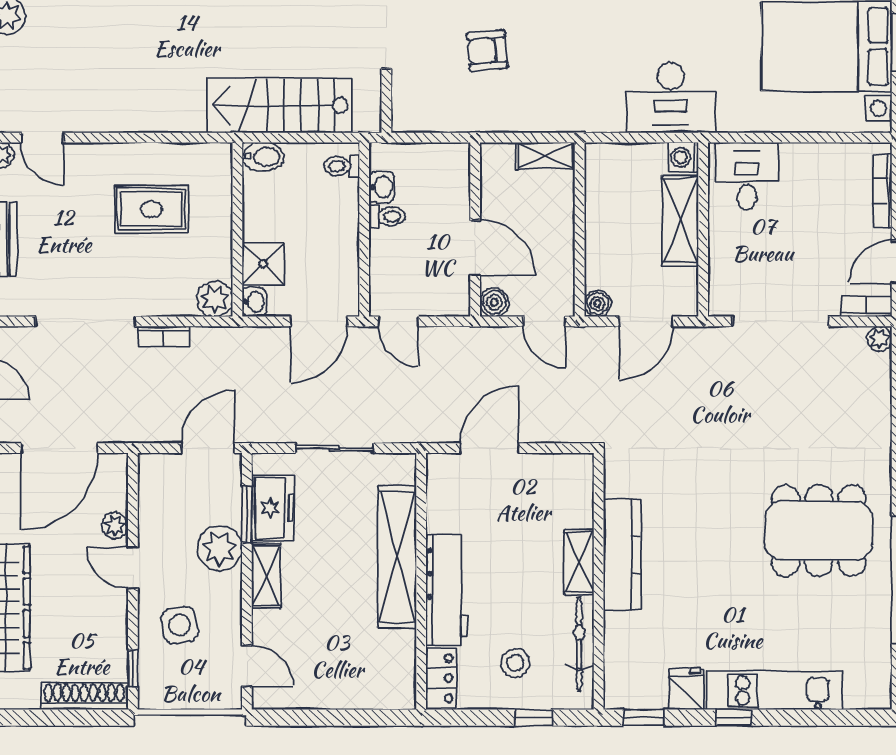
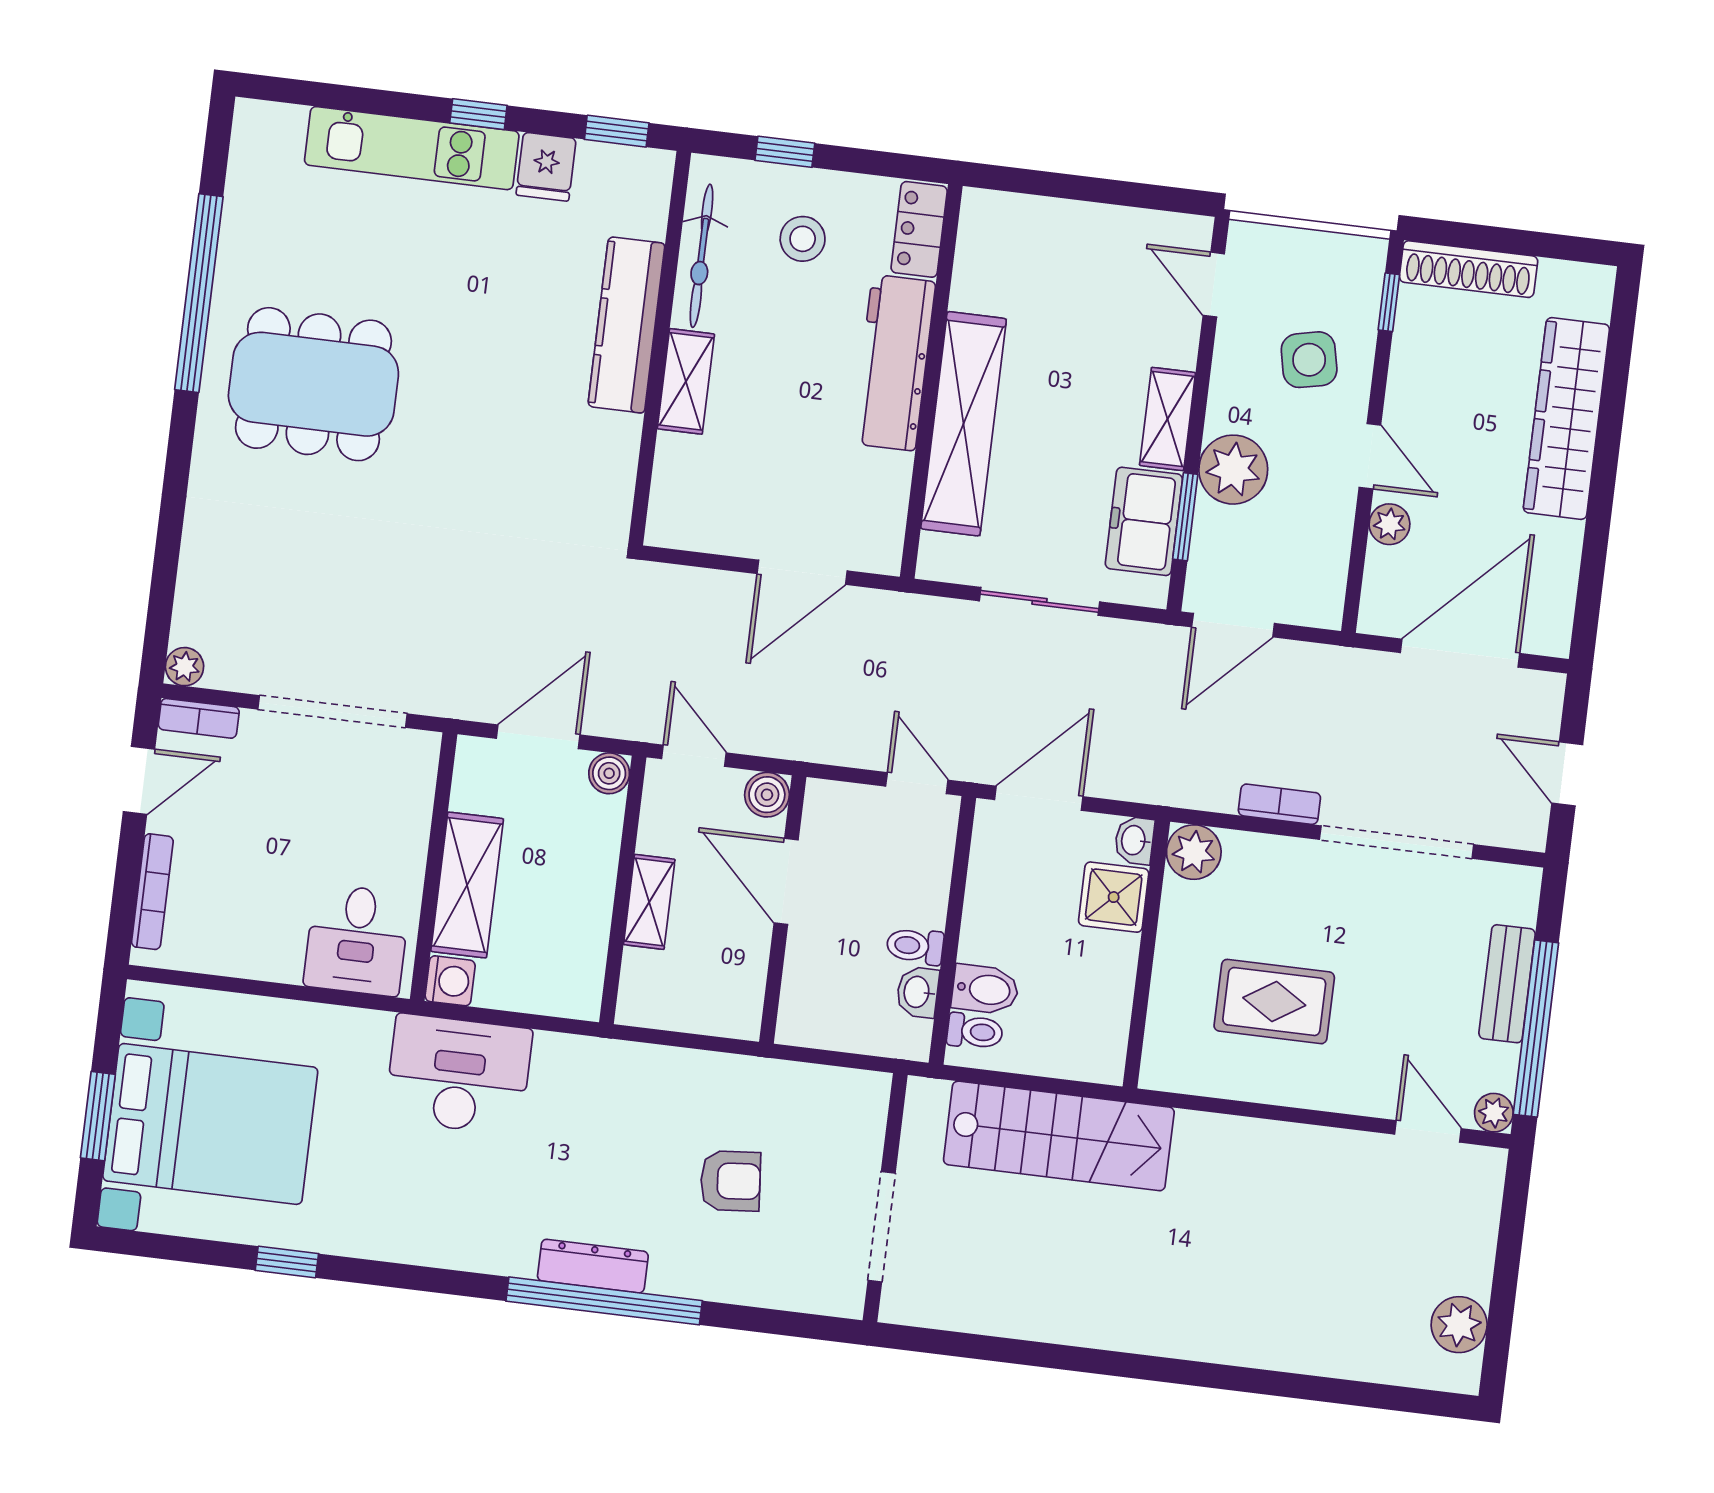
shelving: (545, 156) -> (649, 902), moved, turned 90
bidet: (263, 157) -> (985, 989), moved, turned 180
kitchen counter: (622, 555) -> (626, 325), moved

